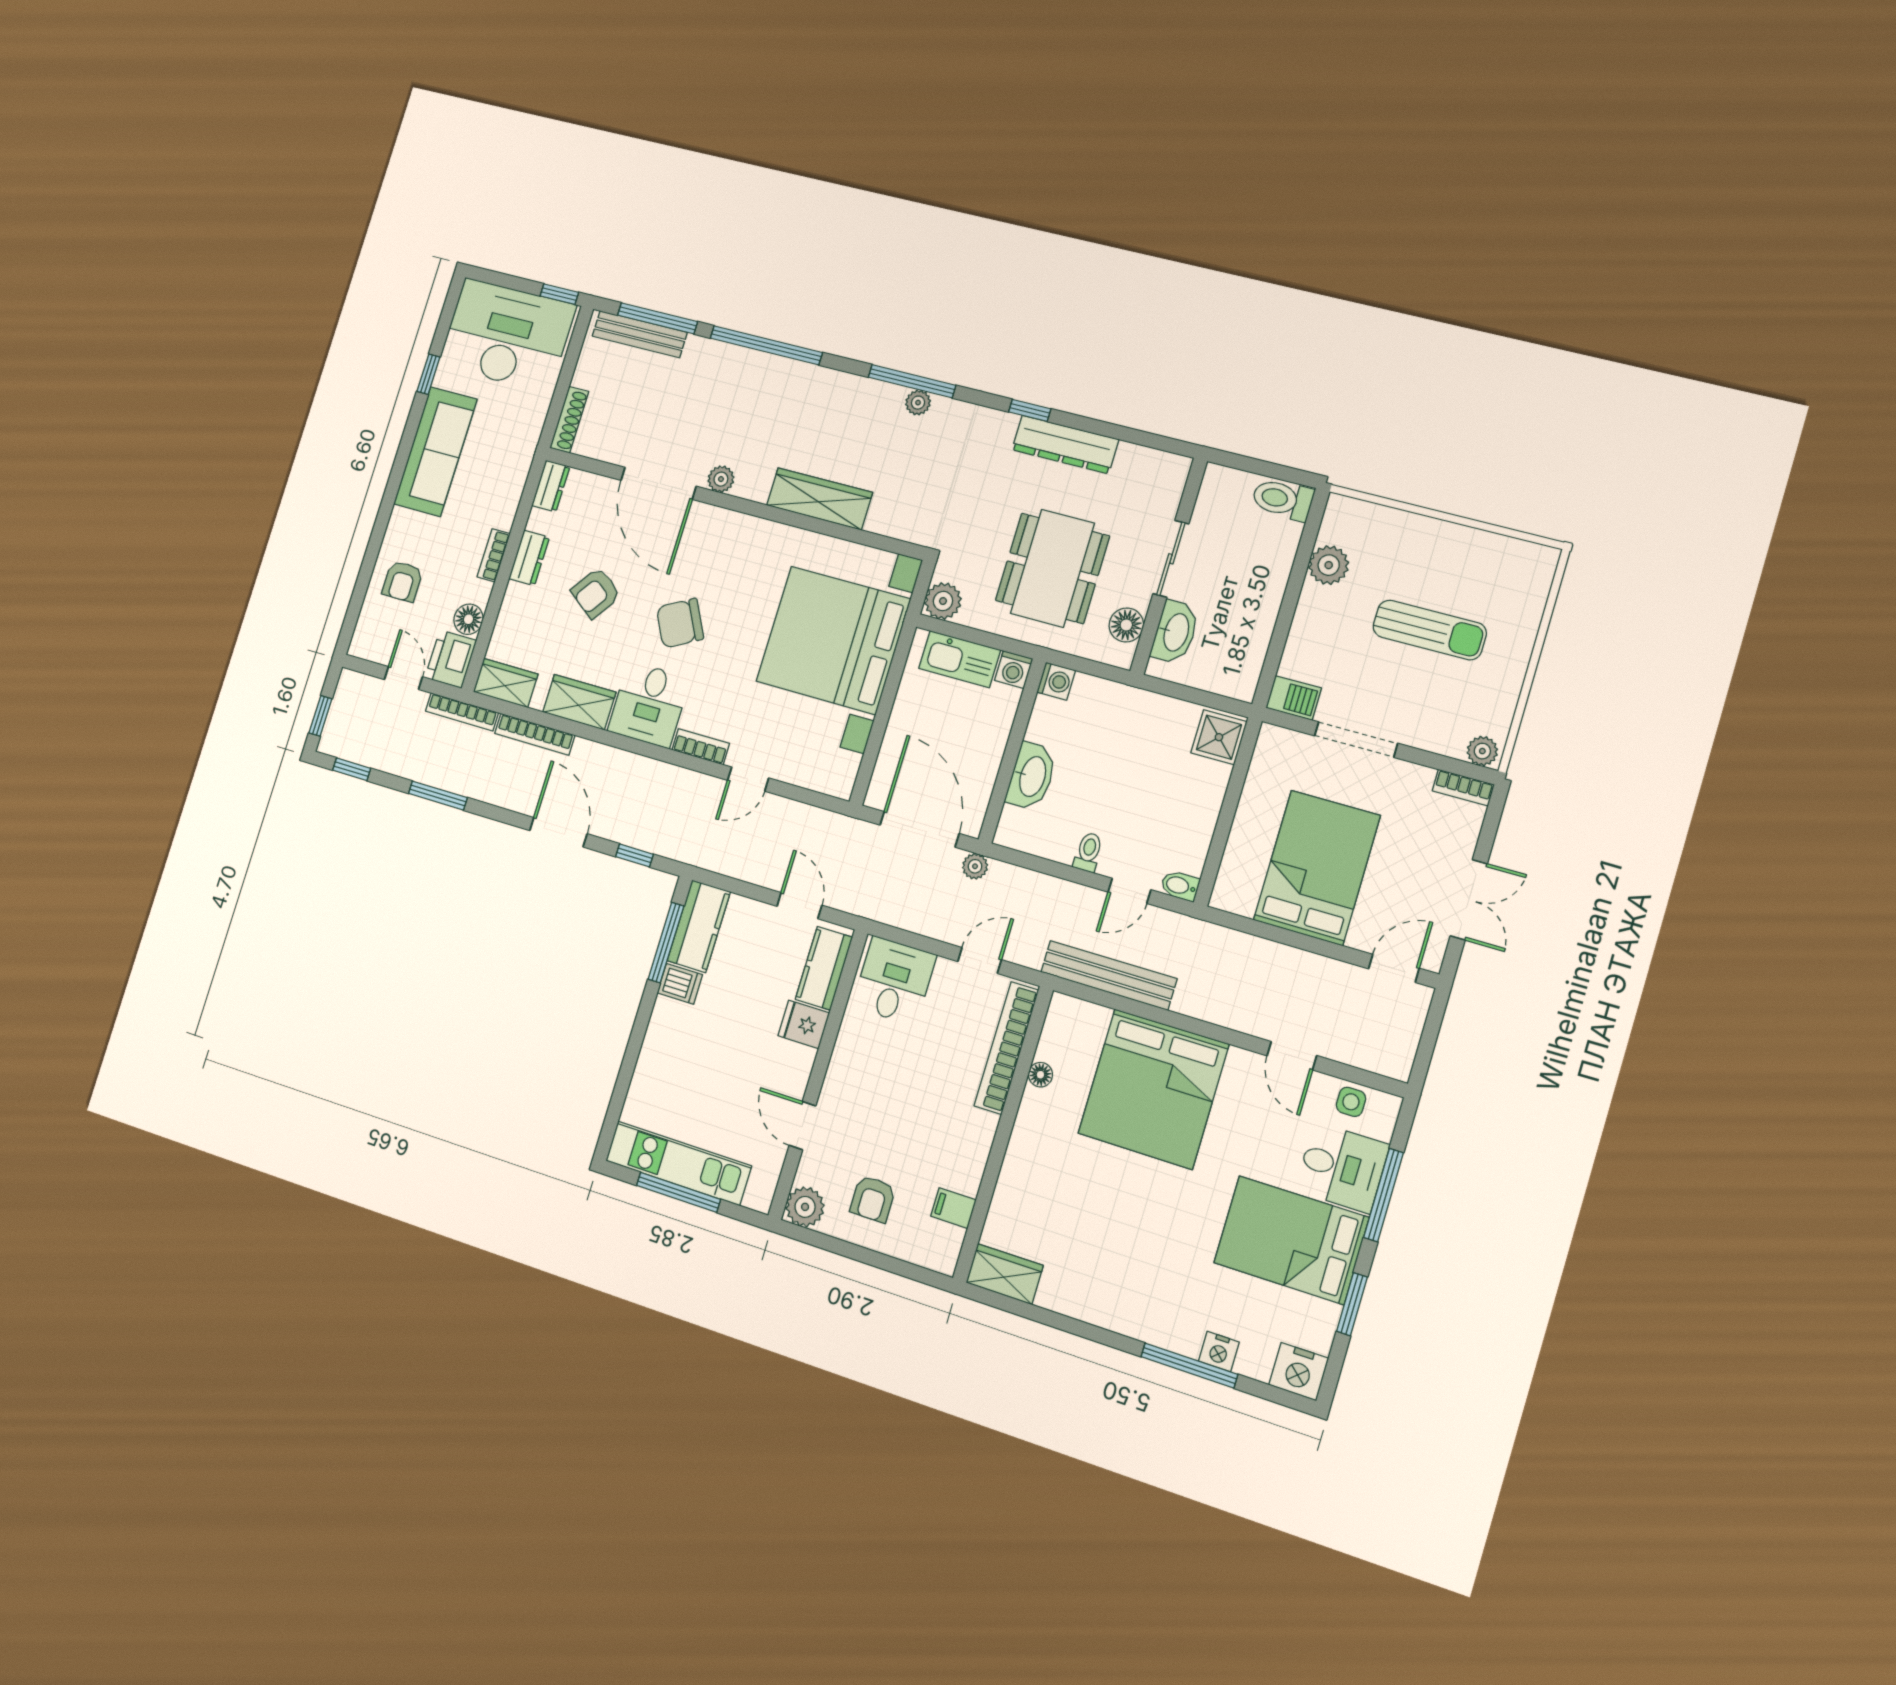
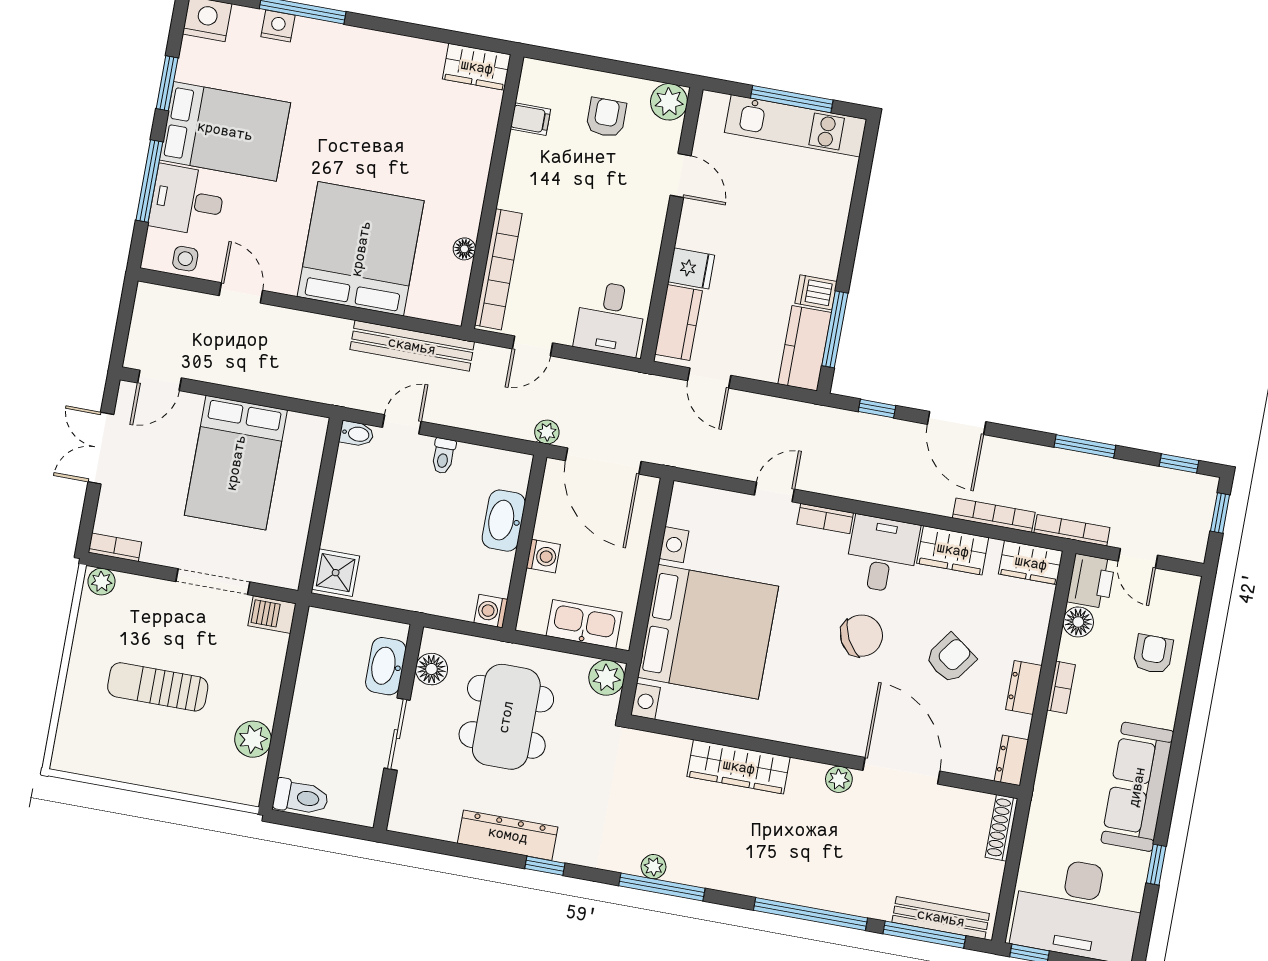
washing machine: (1014, 670) -> (543, 556), moved, turned 90

